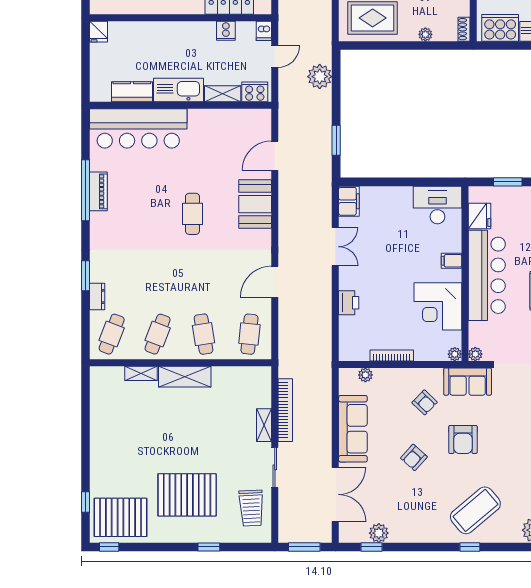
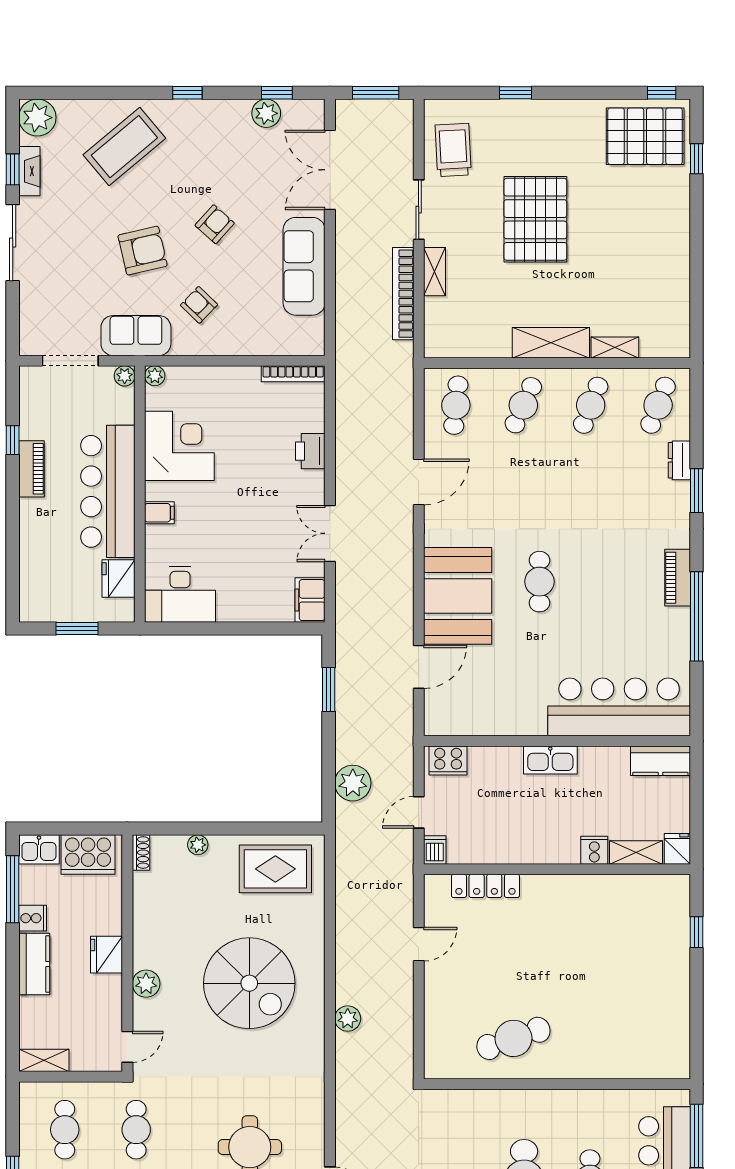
cooker: (226, 31) -> (594, 850), moved
kitchen sink: (178, 90) -> (550, 760), width x0.73, depth x0.81
kitchen counter: (132, 92) -> (660, 761), moved
shelving: (223, 94) -> (636, 852), moved
piano: (98, 191) -> (678, 578), moved
booth: (255, 204) -> (458, 596), width x1.36, depth x1.42
cafe table: (204, 334) -> (523, 405), turned 33
bookcase: (392, 355) -> (293, 374), moved
plant: (365, 375) -> (286, 345), removed
armchair: (463, 439) -> (143, 251), turned 77
pallet: (187, 495) -> (535, 219), moved, turned 90
window: (470, 547) -> (187, 93), moved

